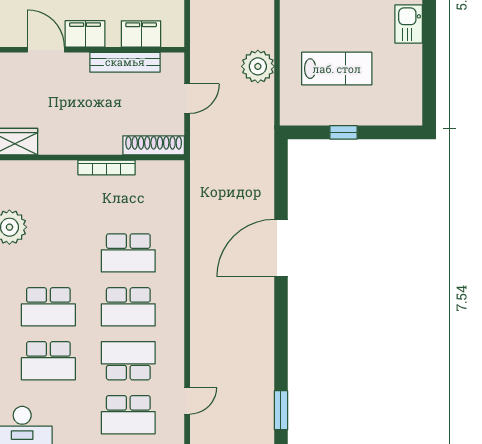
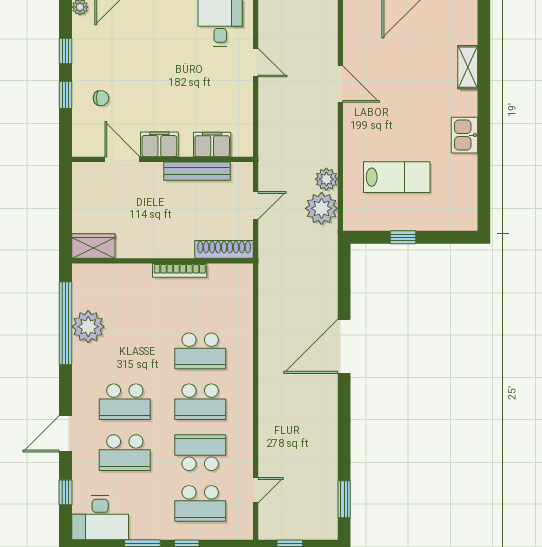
plant: (258, 66) -> (326, 179), width x0.73, depth x0.73
plant: (257, 102) -> (322, 208), added

